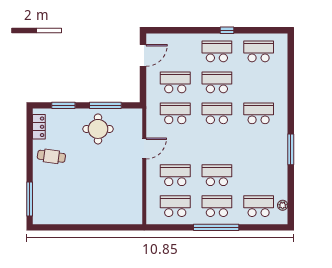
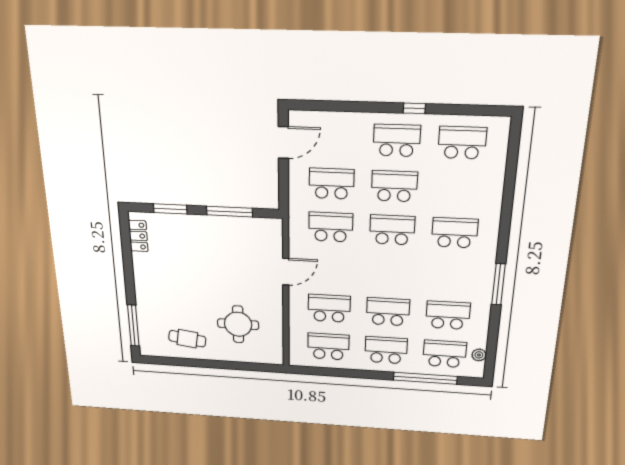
round table: (98, 129) -> (238, 324), moved
cafe table: (51, 156) -> (187, 339), moved
school desk: (259, 175) -> (448, 315), added
window: (216, 227) -> (425, 378), moved

